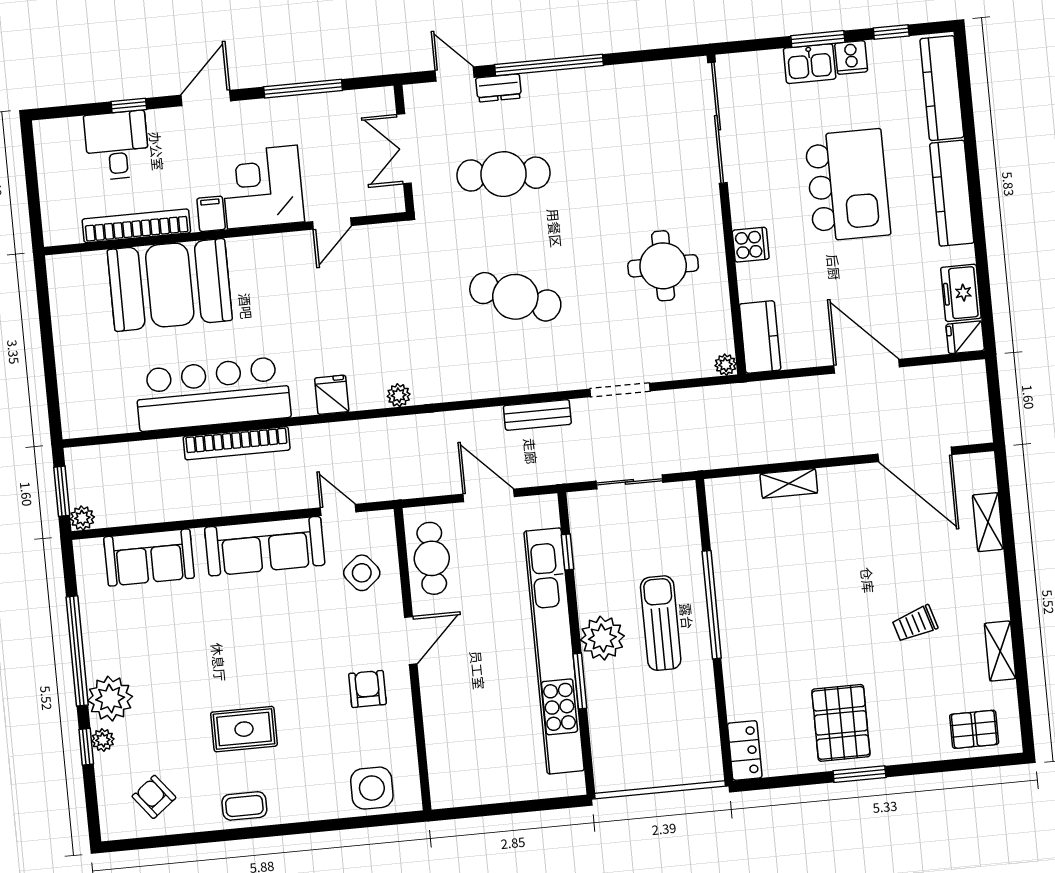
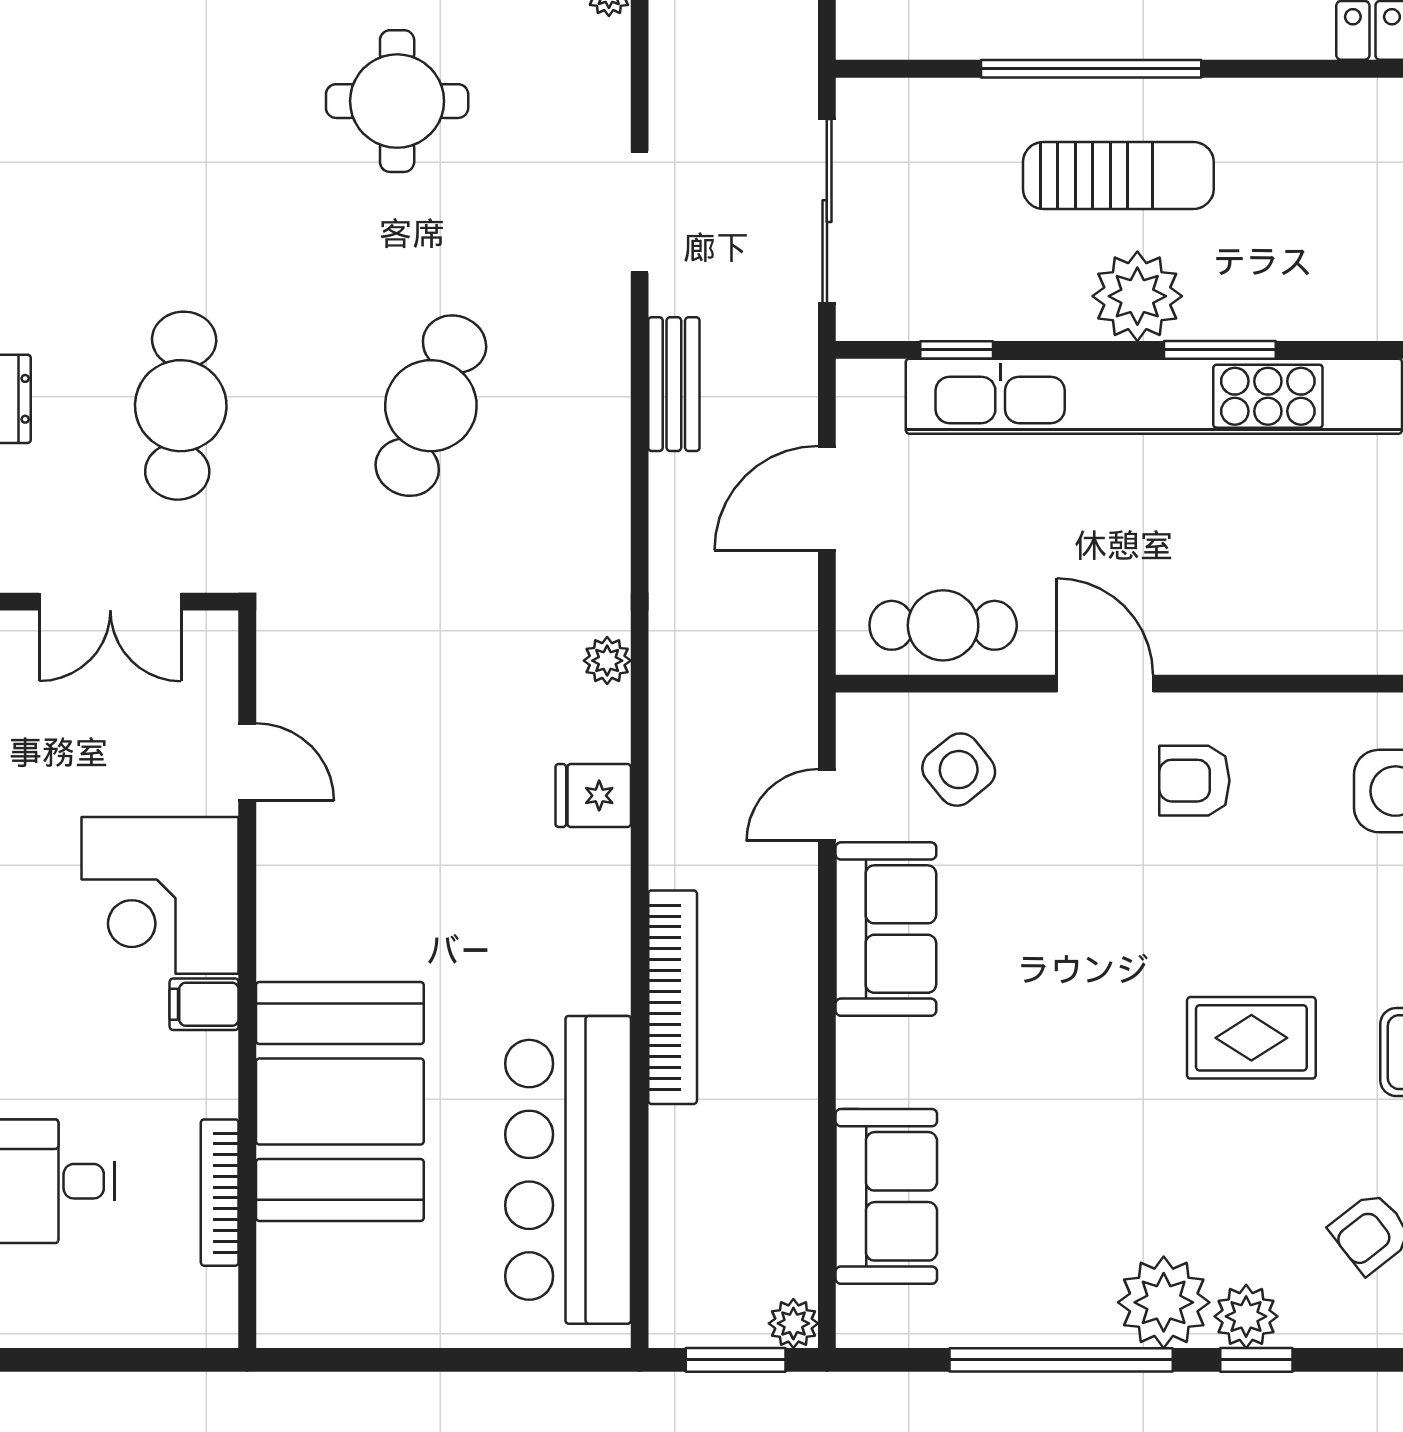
bookcase: (136, 226) -> (220, 1193), width x0.68, depth x0.76
bar counter: (213, 394) -> (568, 1170), moved
sliding door: (629, 482) -> (827, 211), width x1.37
sofa: (265, 546) -> (886, 929), width x0.73
sun lounger: (661, 623) -> (1118, 175), turned 180
rug: (244, 729) -> (1251, 1038), turned 90
plant: (103, 740) -> (1246, 1316), width x1.38, depth x1.38

